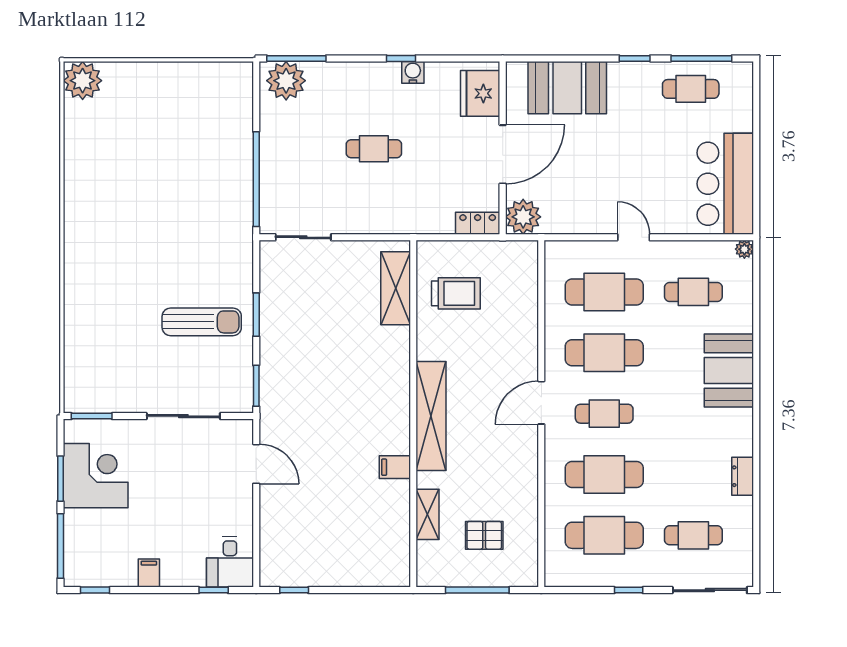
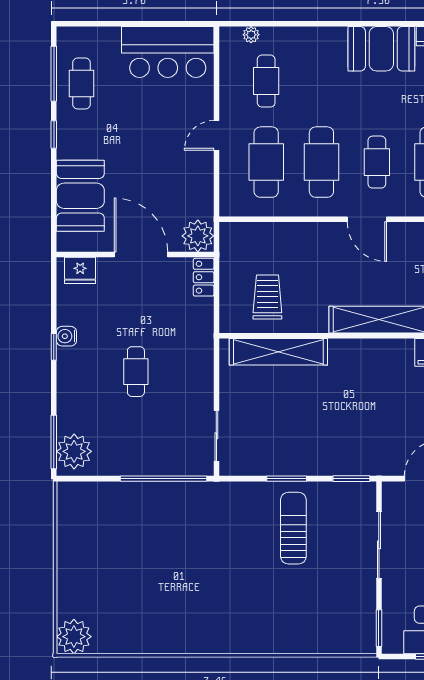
fridge: (480, 93) -> (80, 270), width x0.73, depth x0.75
plant: (744, 249) -> (251, 35), moved
shelving: (396, 288) -> (278, 352), width x1.47
booth: (729, 370) -> (381, 49), moved

